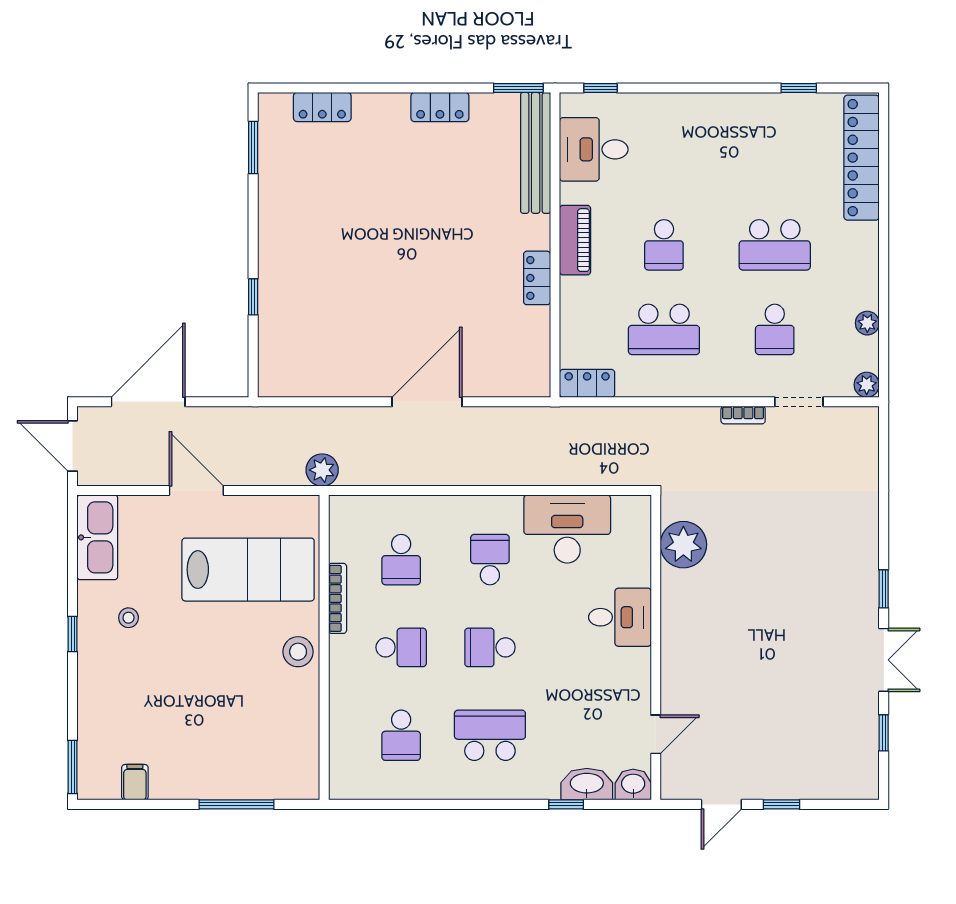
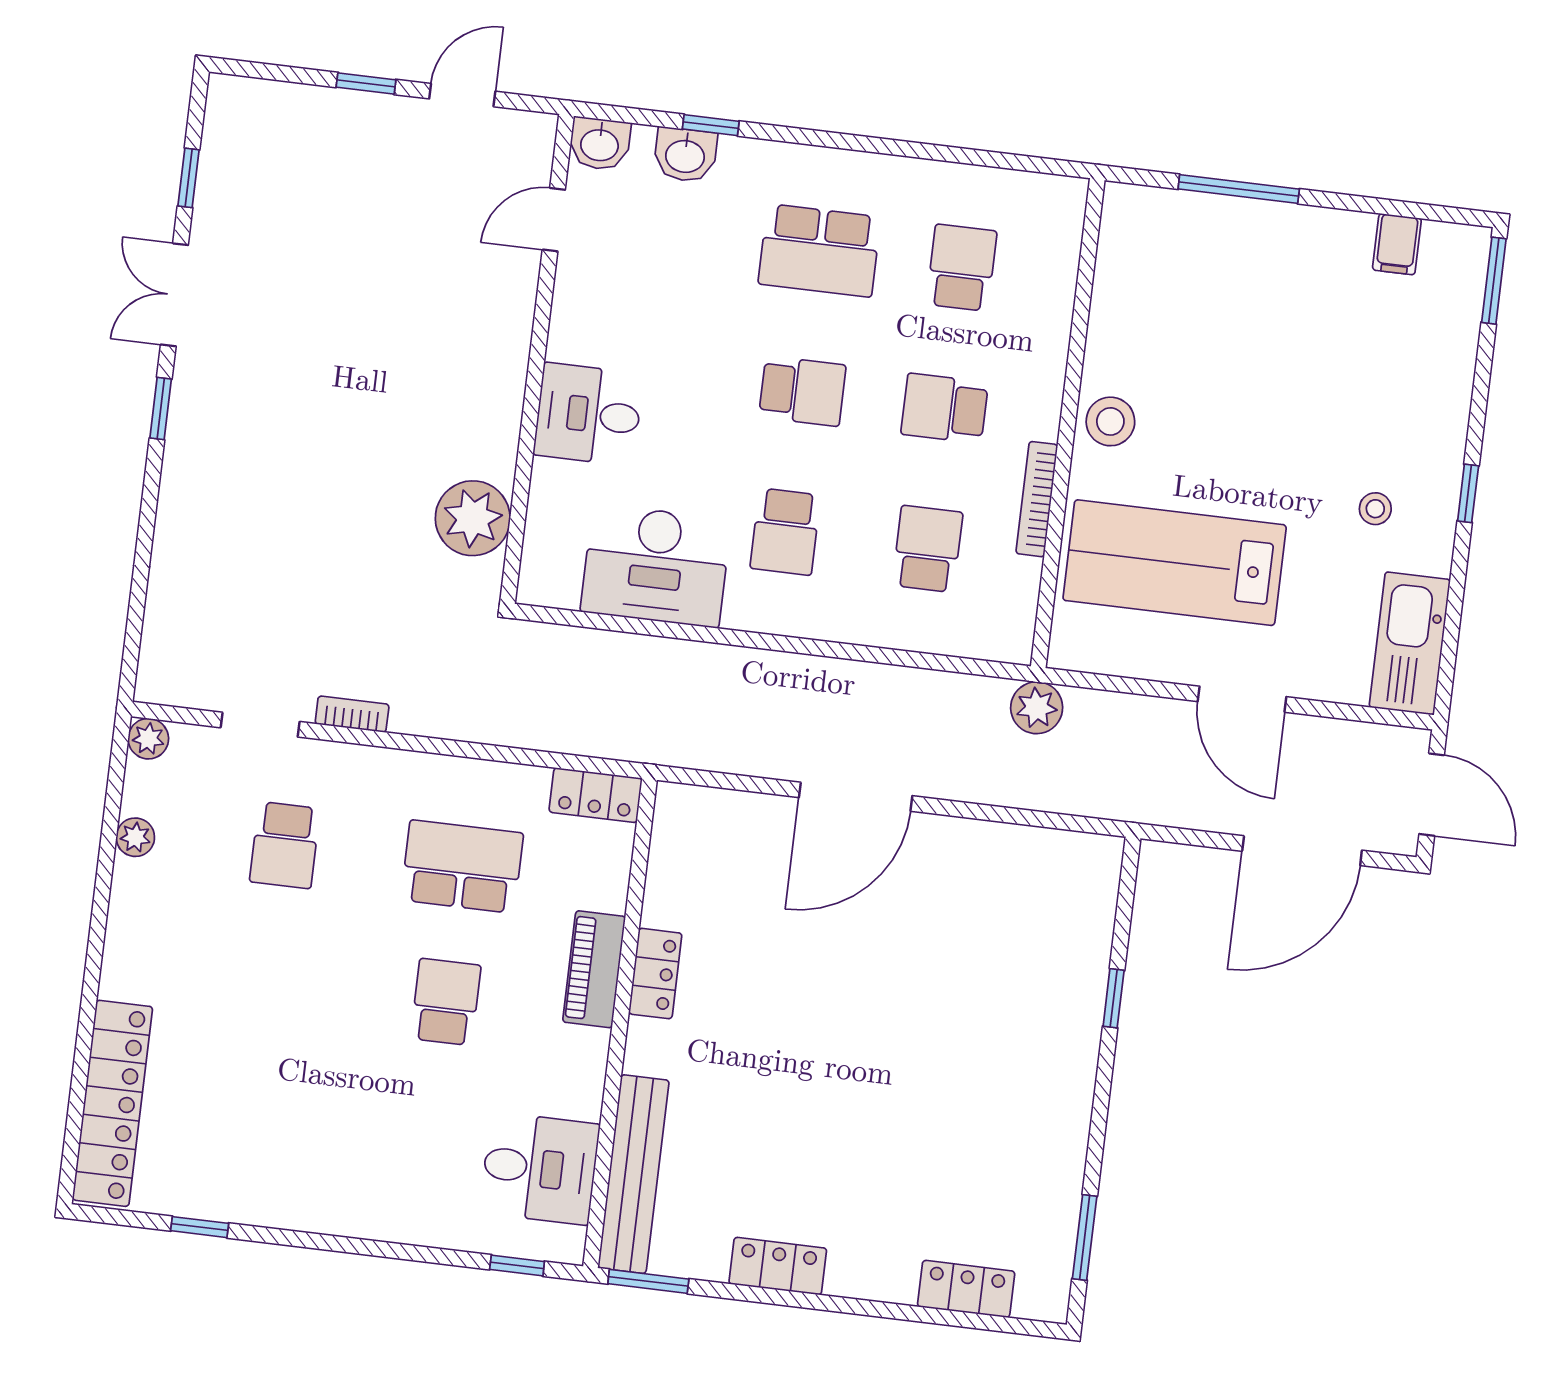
piano: (575, 240) -> (594, 969), moved
school desk: (775, 245) -> (268, 980), removed
school desk: (775, 329) -> (285, 845), turned 180
washbasin: (587, 784) -> (685, 155), width x0.72

